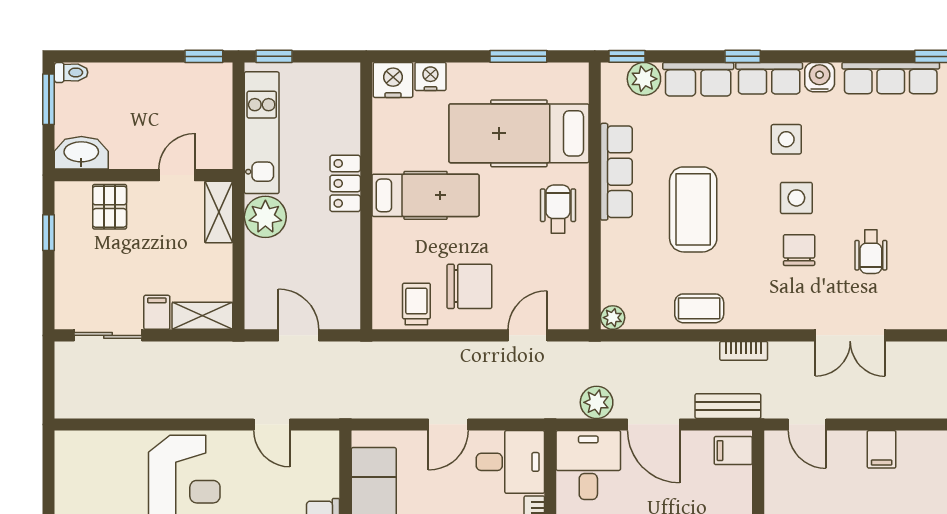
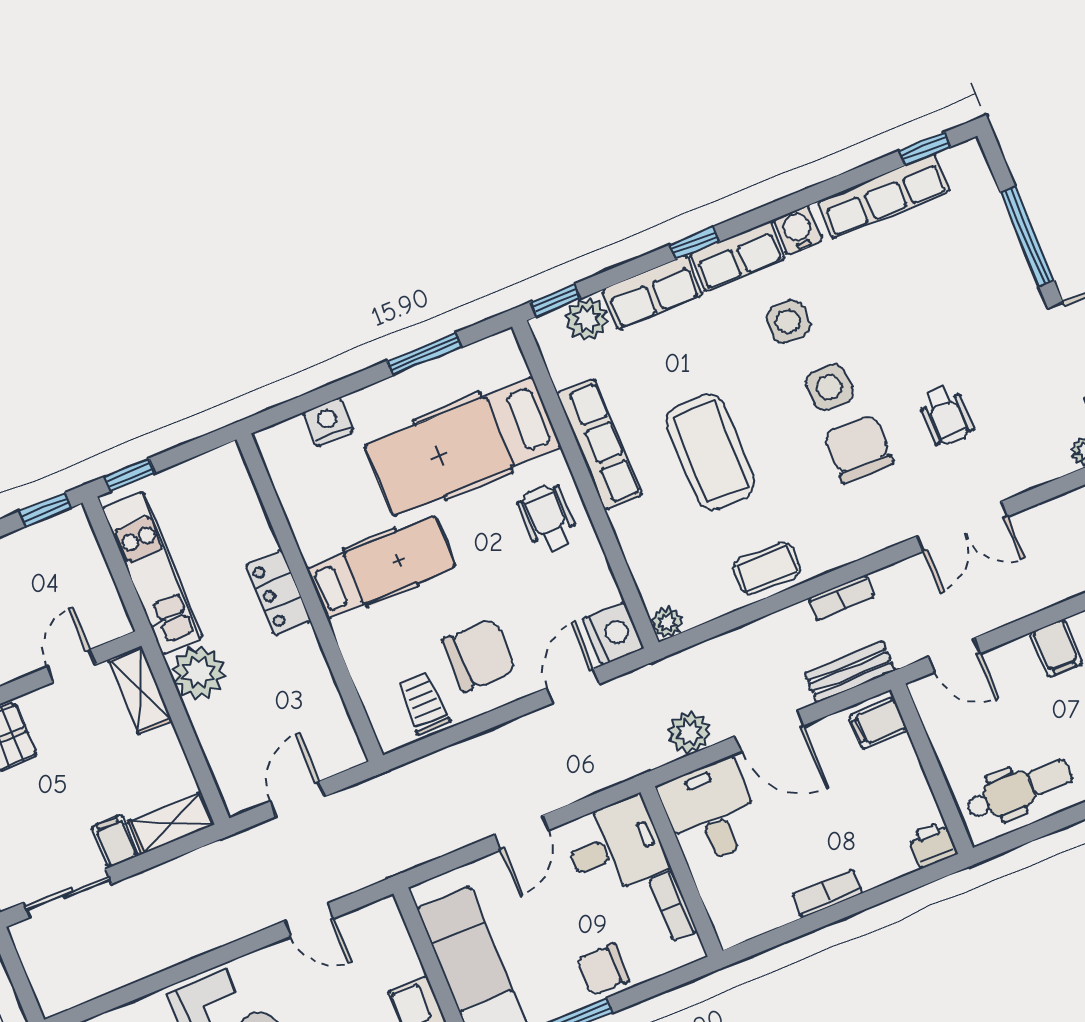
nightstand: (393, 80) -> (613, 633), moved, turned 90
chair: (799, 250) -> (858, 449), width x1.37, depth x1.37
door: (299, 335) -> (297, 799), hinge flipped

